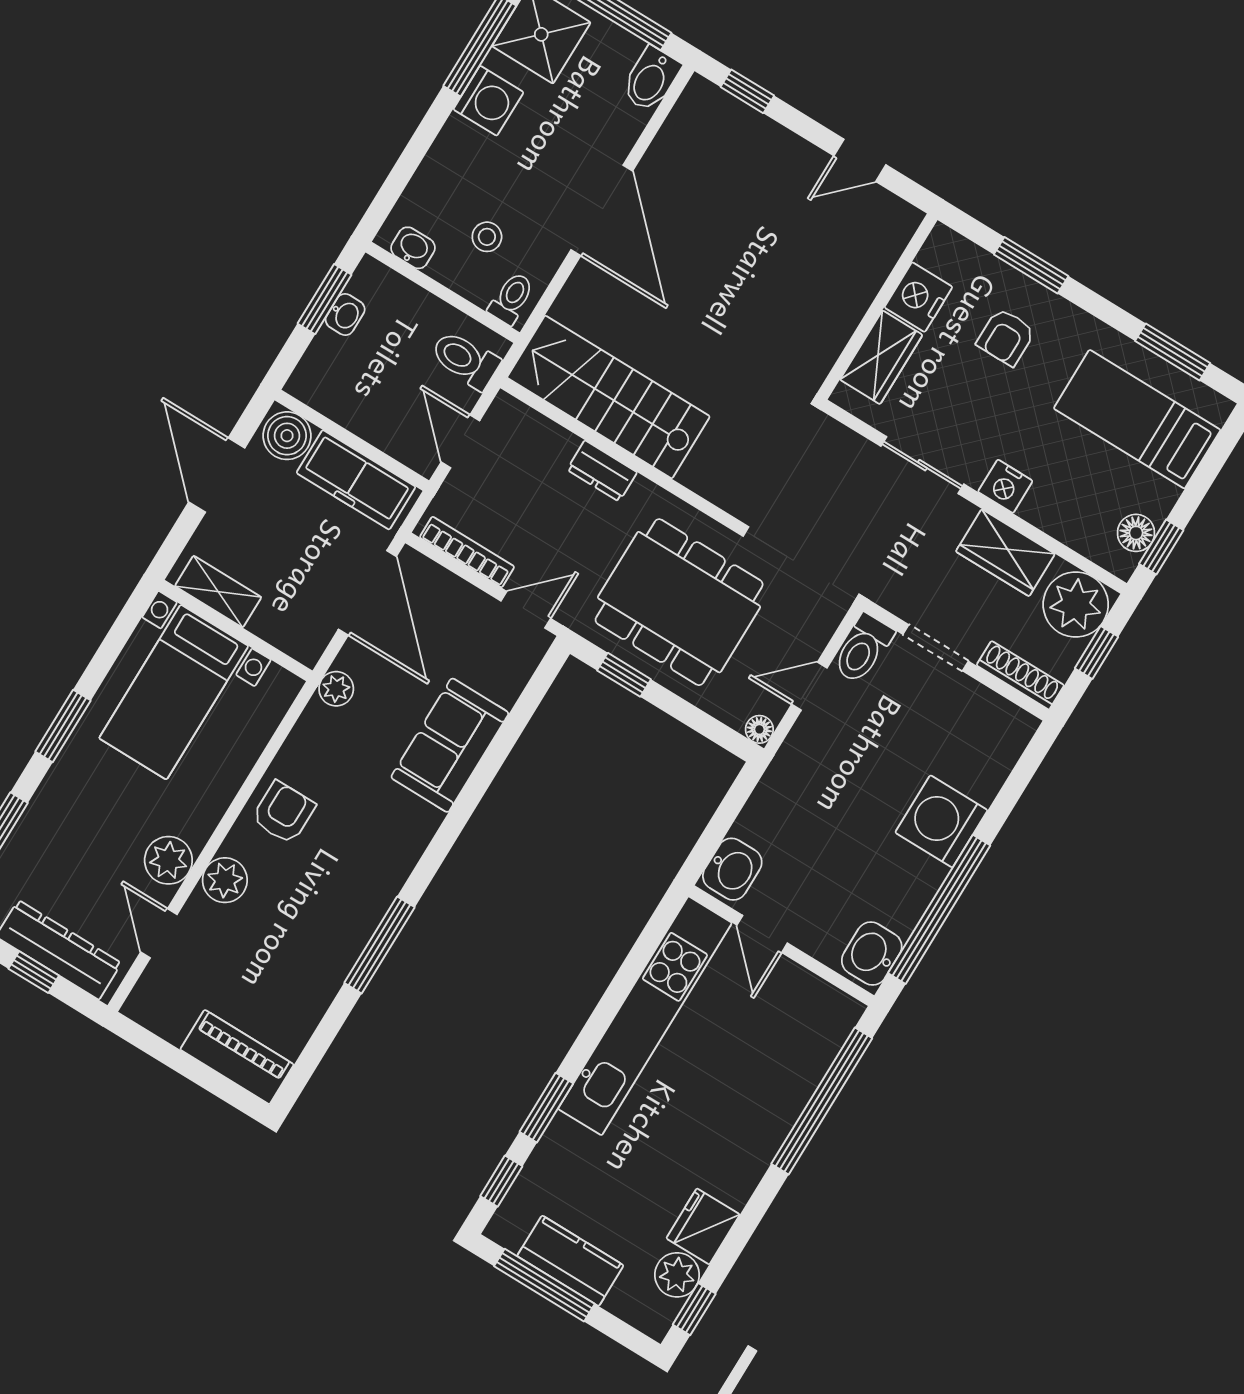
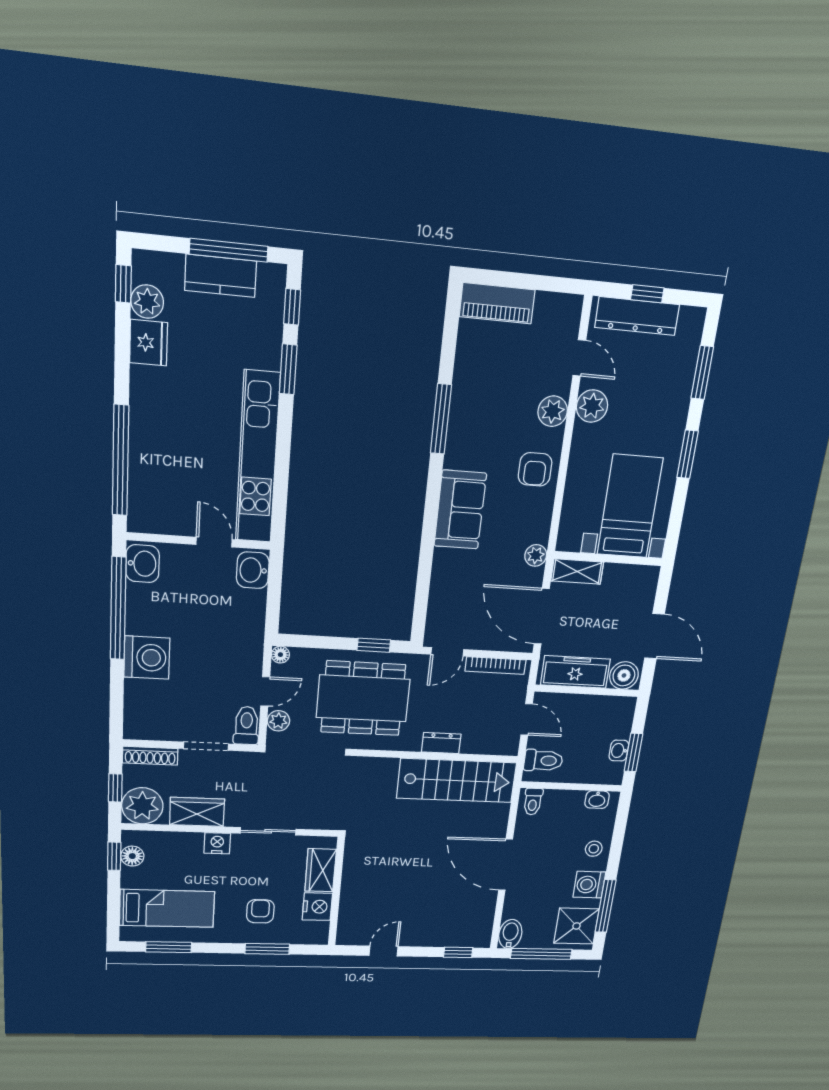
stool: (487, 237) -> (594, 849), moved
shelving: (218, 592) -> (577, 571), moved
plant: (815, 632) -> (278, 721), added
sofa: (450, 745) -> (460, 510), moved

